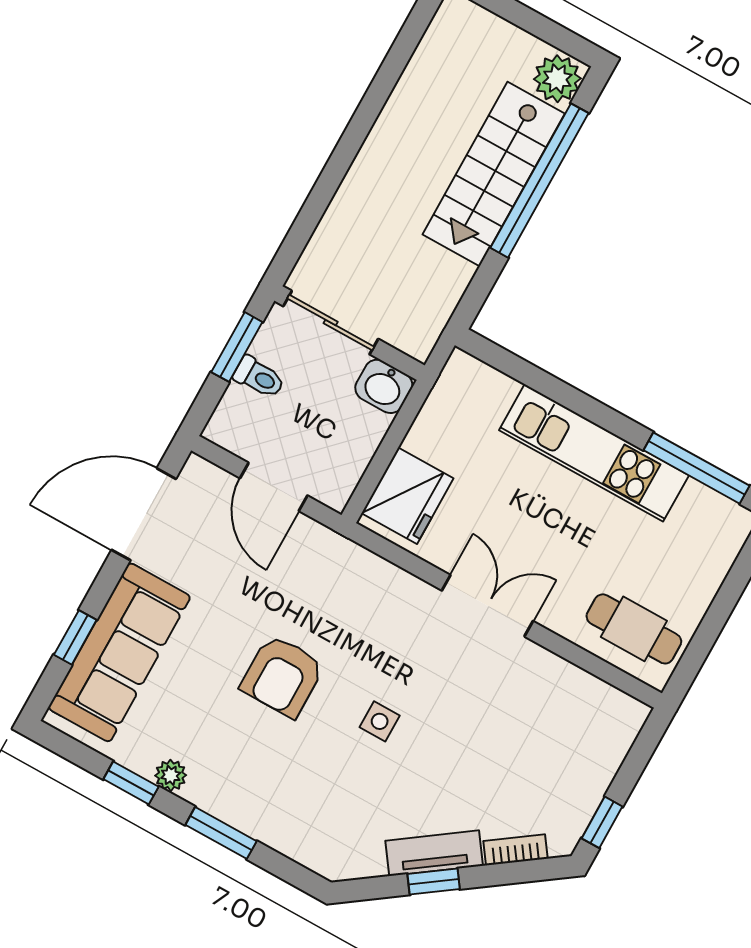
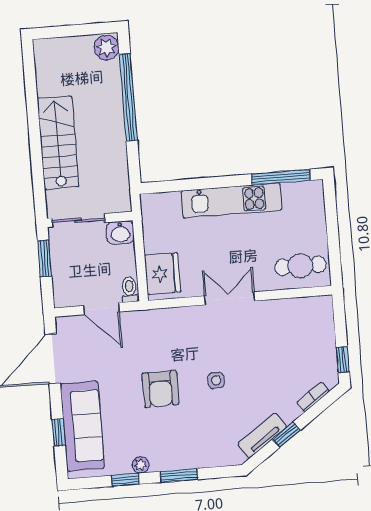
stairs: (494, 174) -> (58, 143), moved, turned 180
toilet: (259, 377) -> (129, 290), moved, turned -90
tv unit: (434, 853) -> (262, 436), moved

